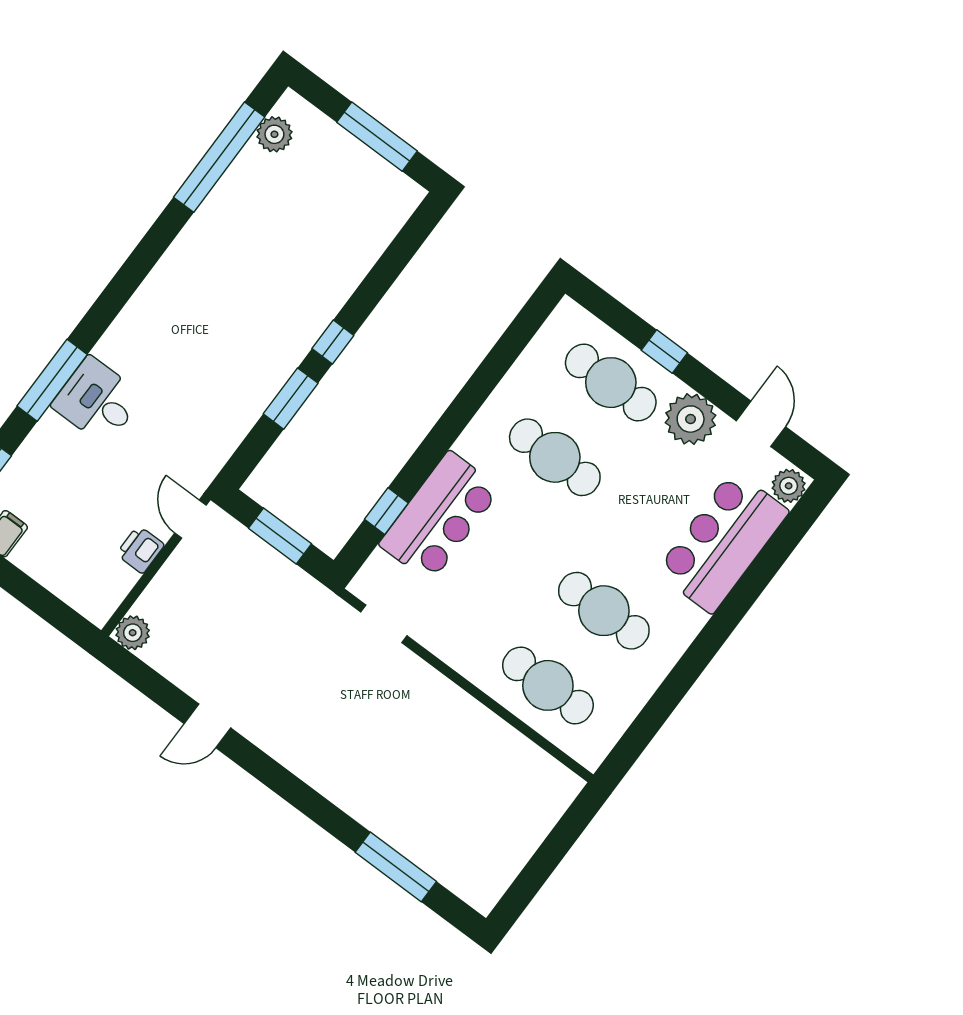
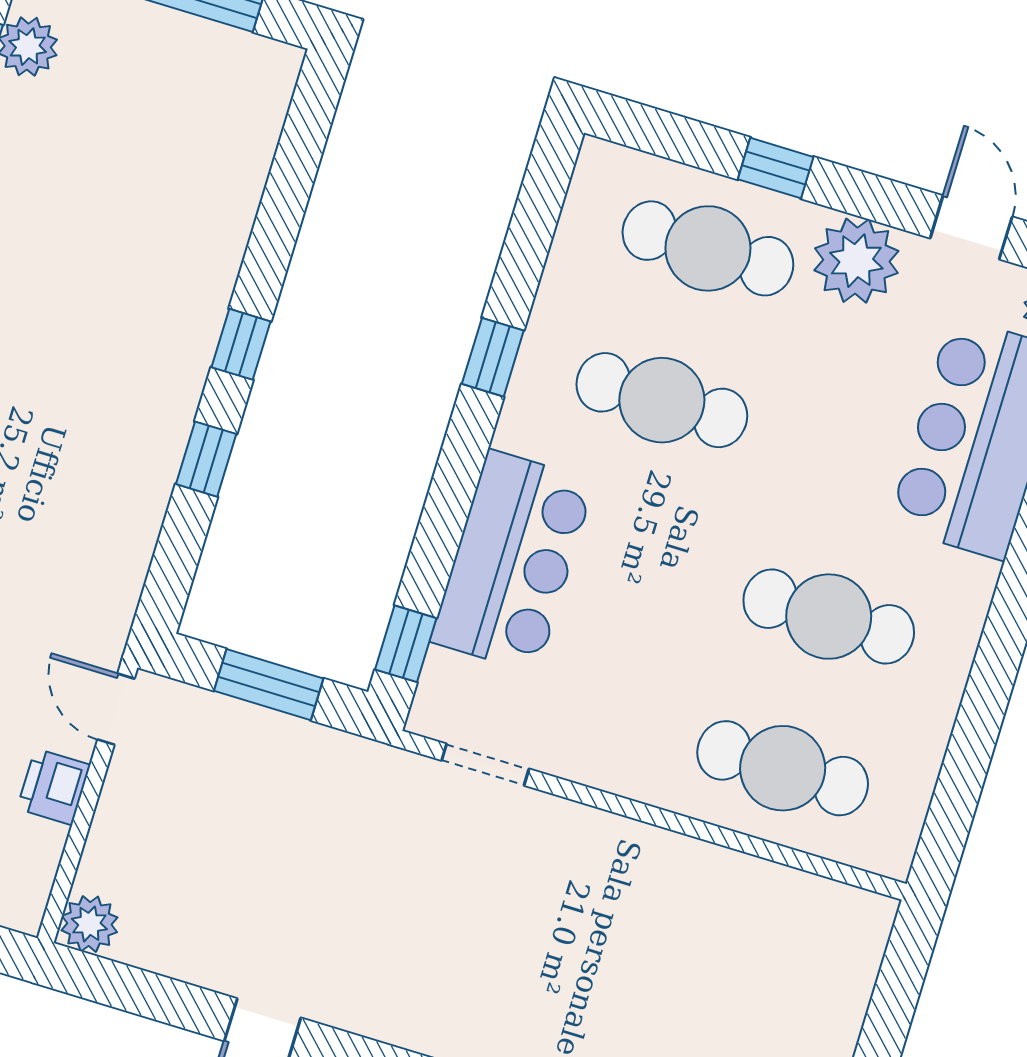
window: (291, 399) -> (206, 459), width x0.67
window: (470, 400) -> (493, 357), added
window: (386, 511) -> (406, 644), moved

